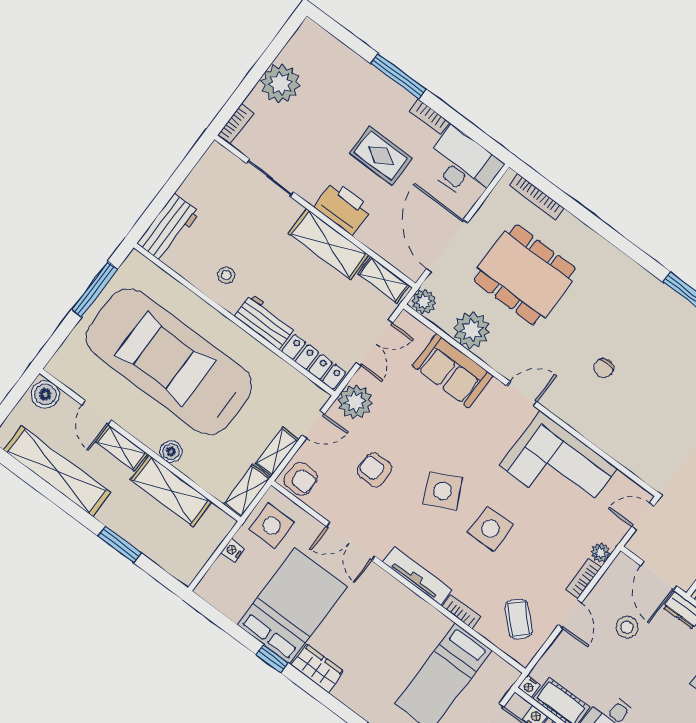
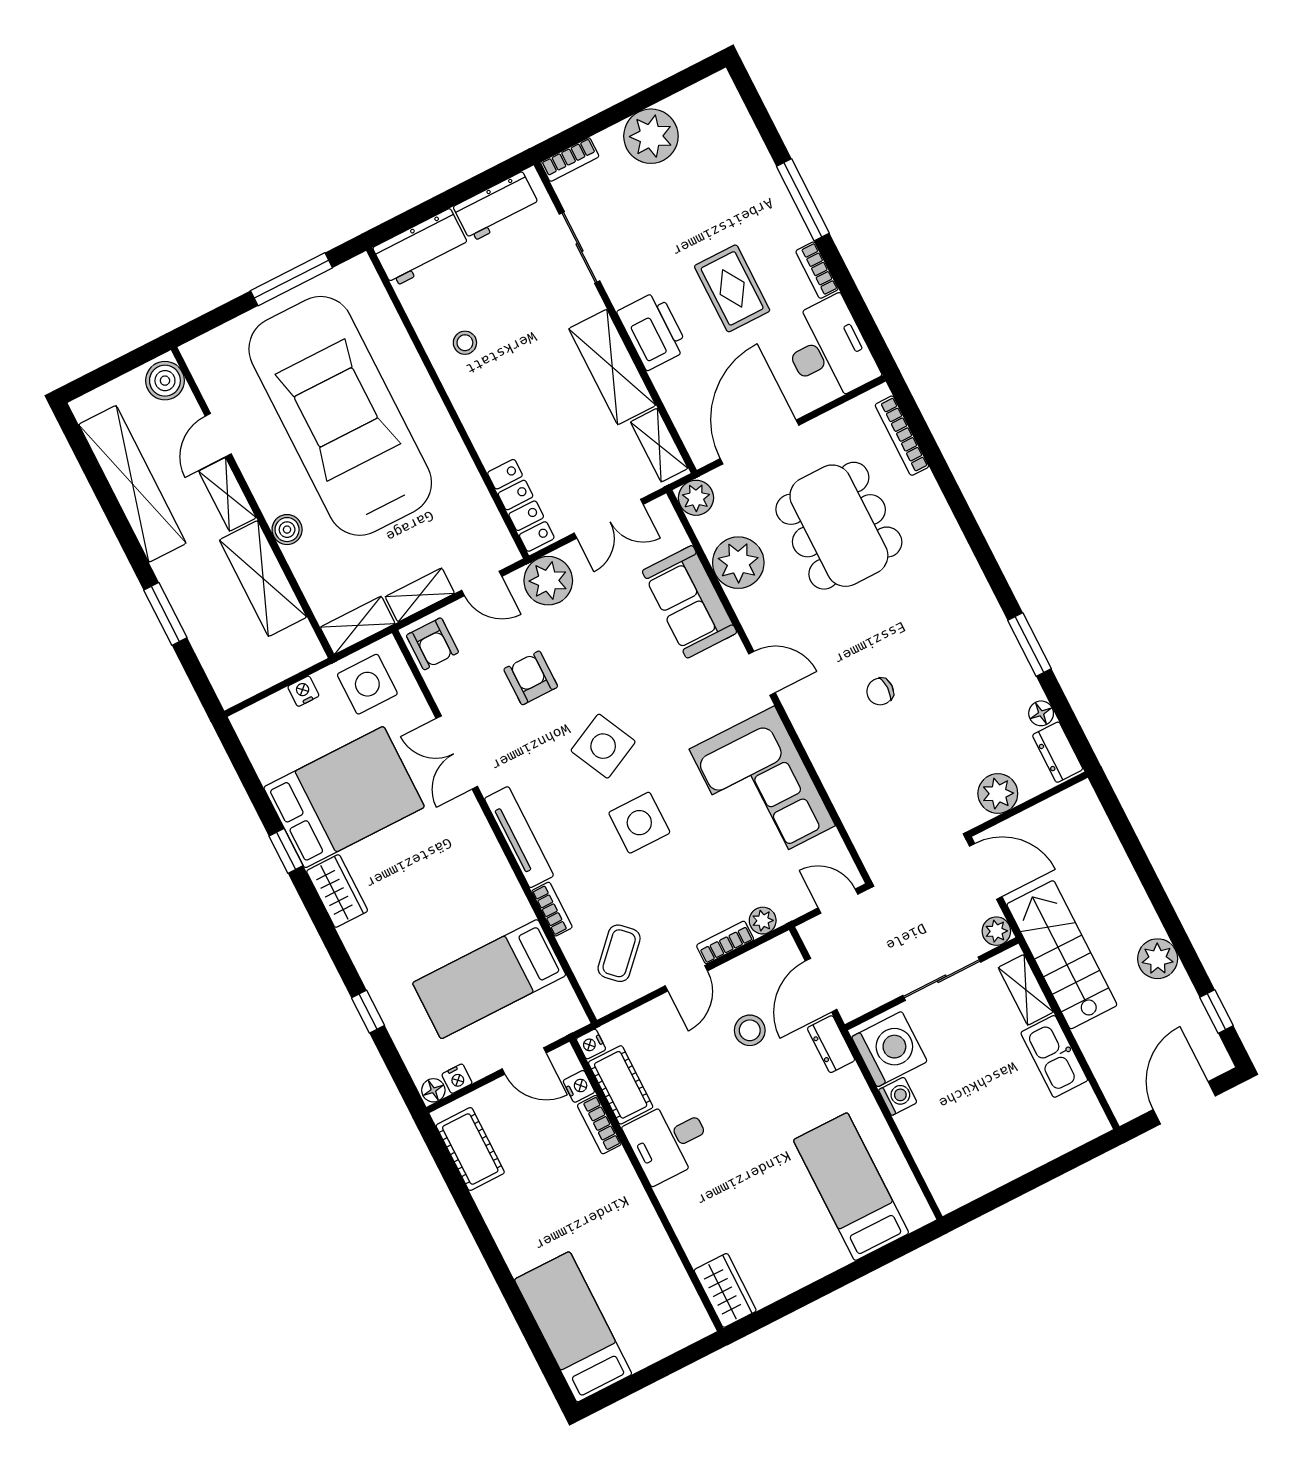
workbench: (265, 321) -> (497, 207), moved, turned 90

